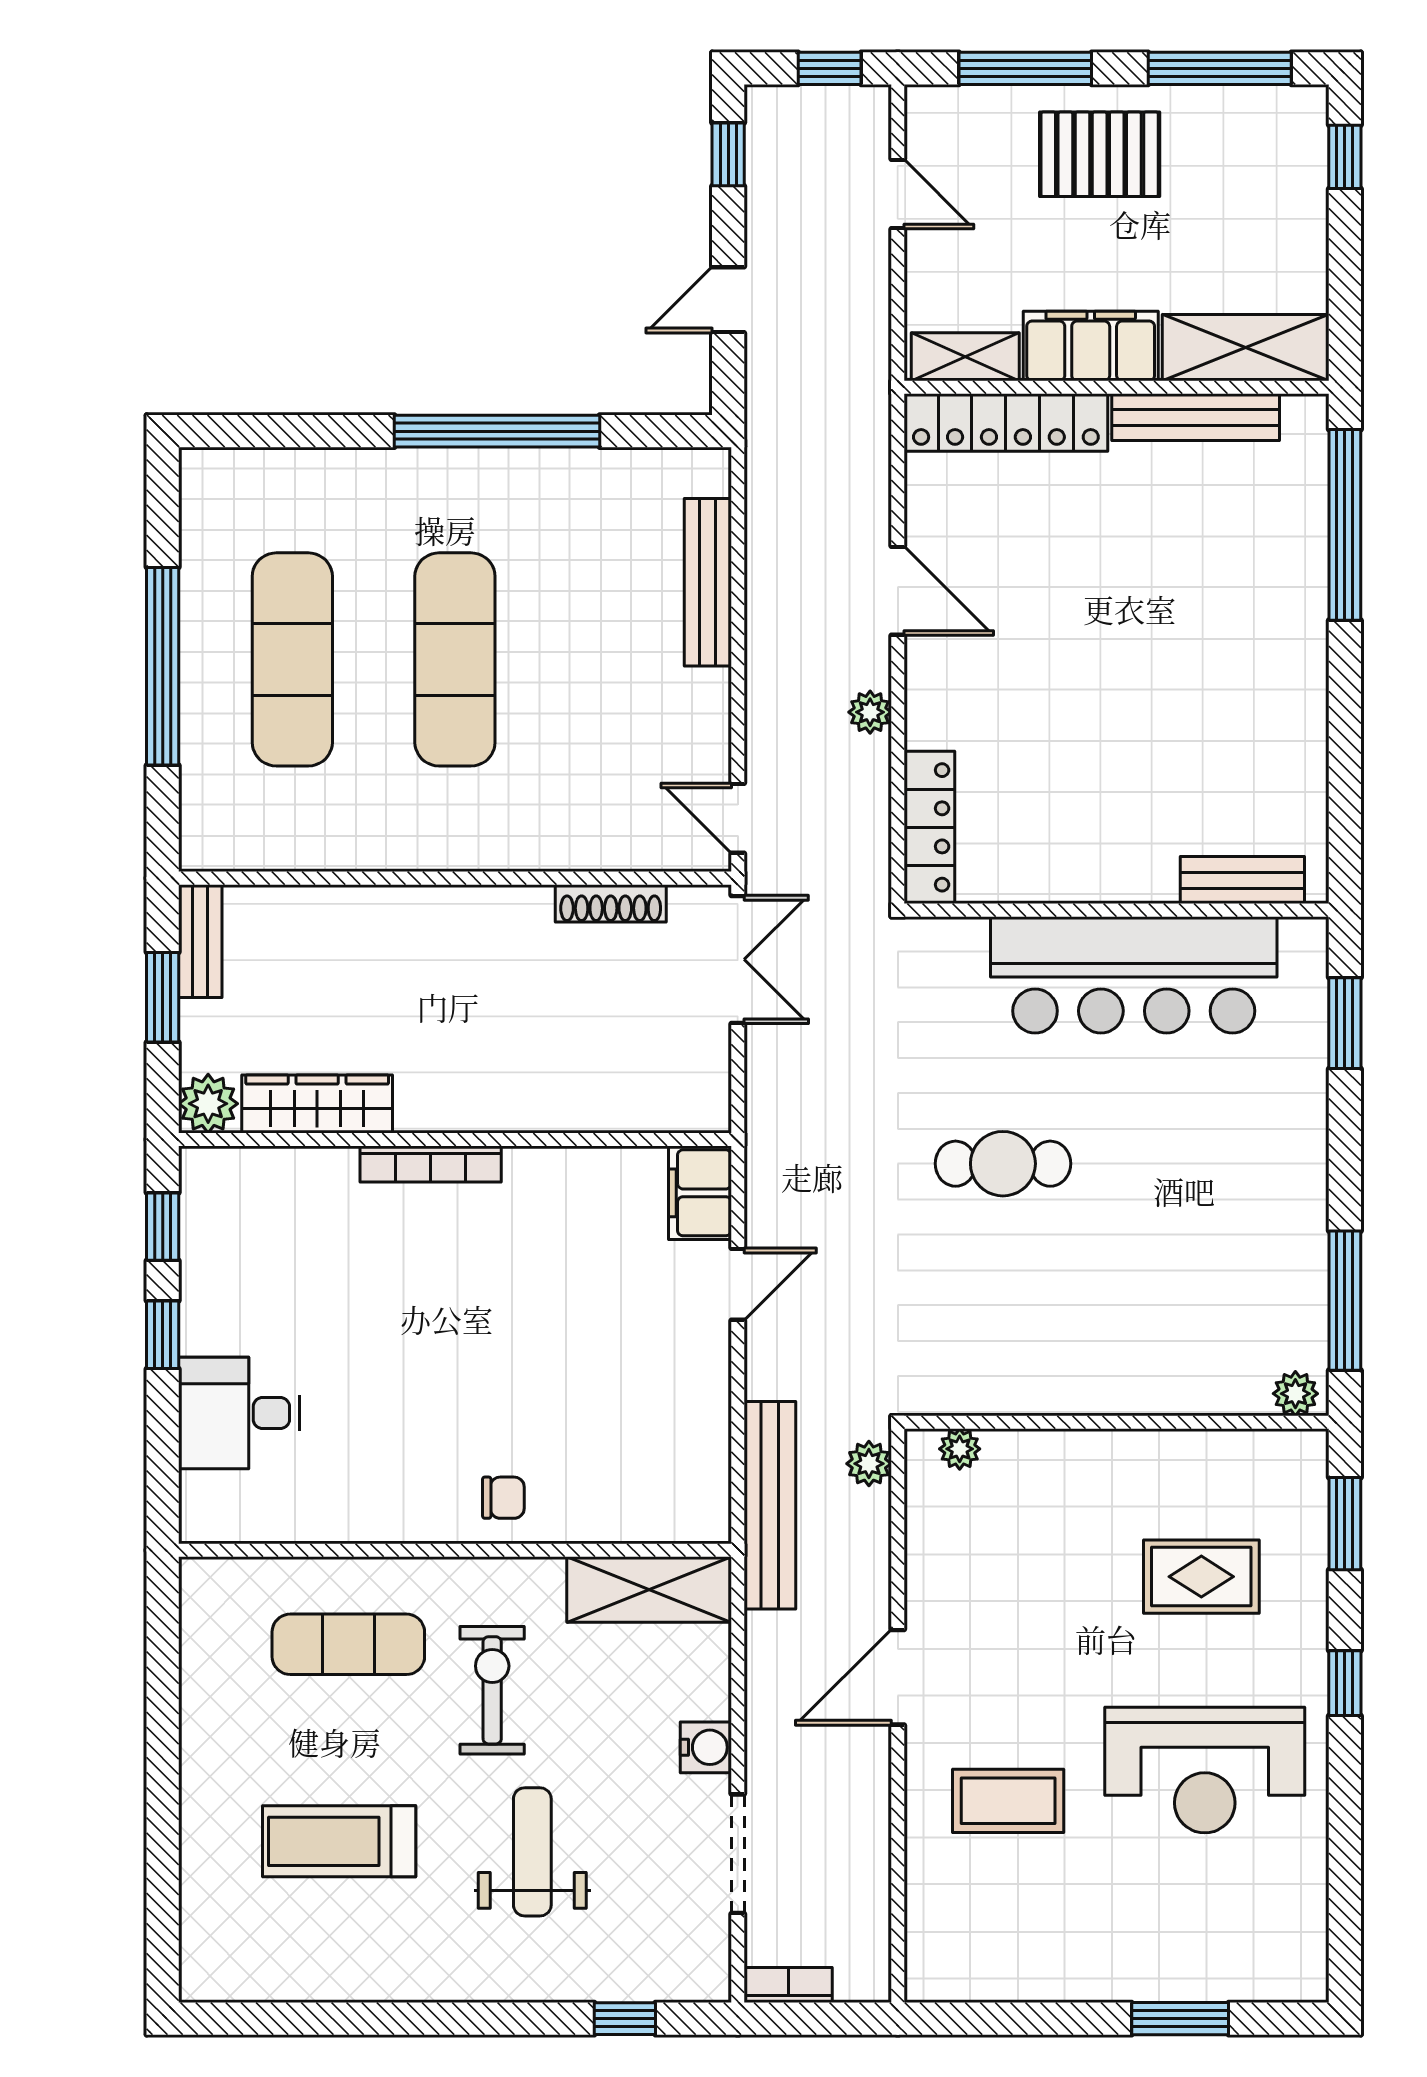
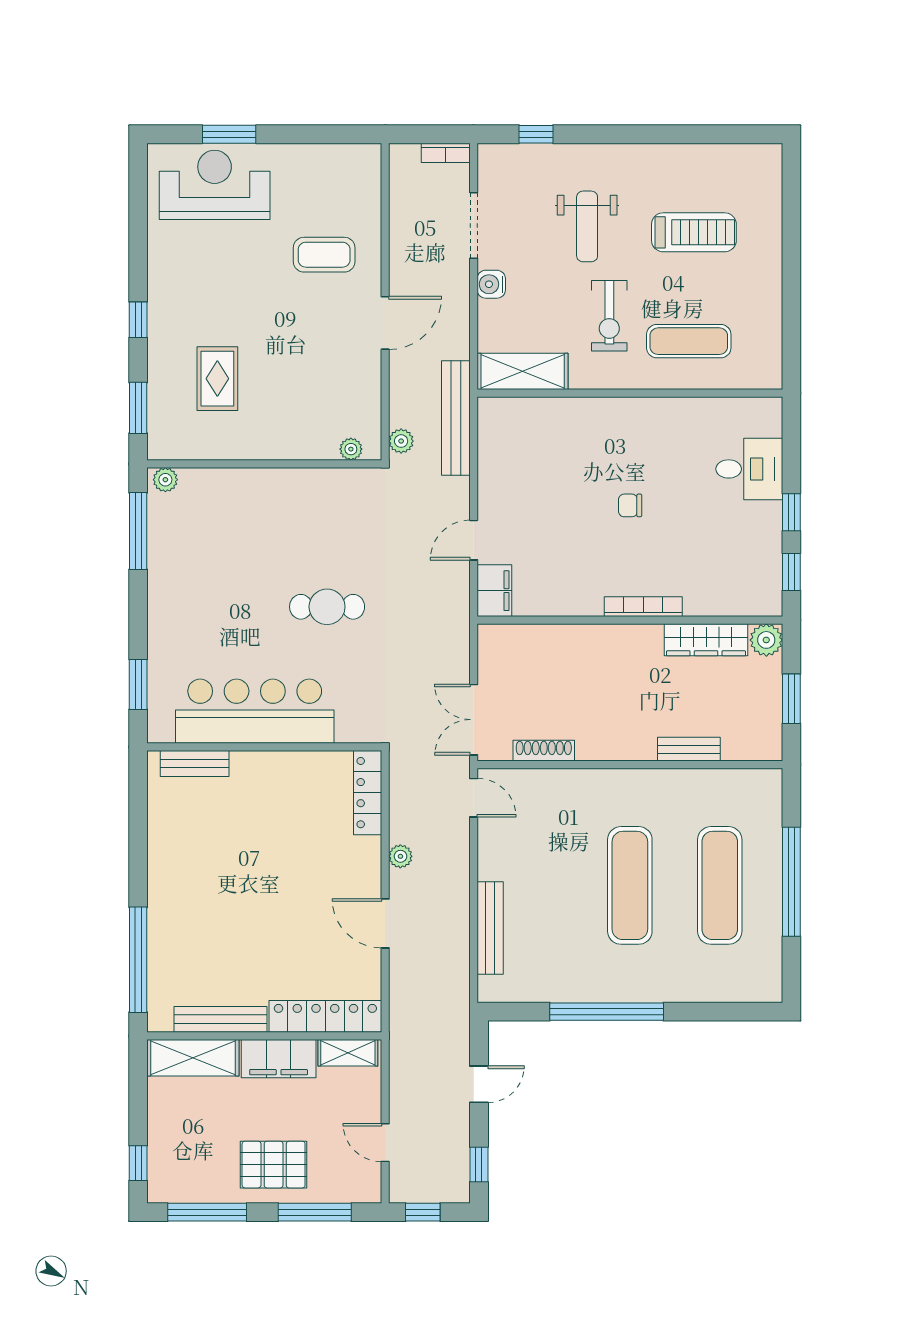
bench: (200, 941) -> (689, 749), moved, turned 90
chair: (503, 1498) -> (630, 505), moved
rug: (1201, 1577) -> (217, 379), turned 90
reception desk: (1205, 1770) -> (215, 185), moved

